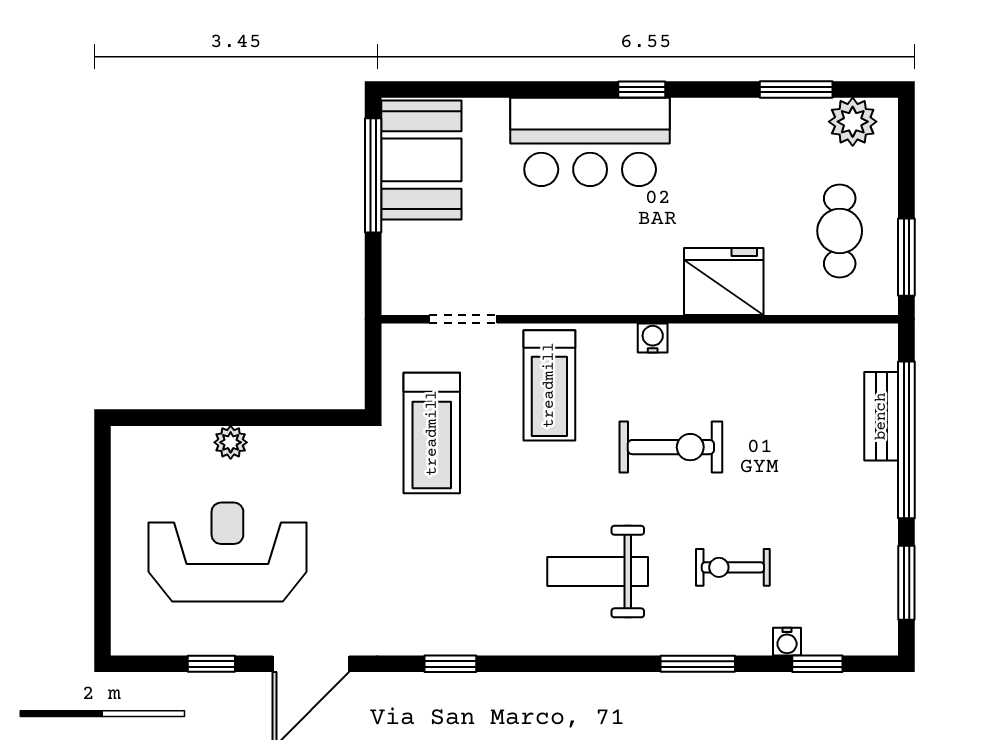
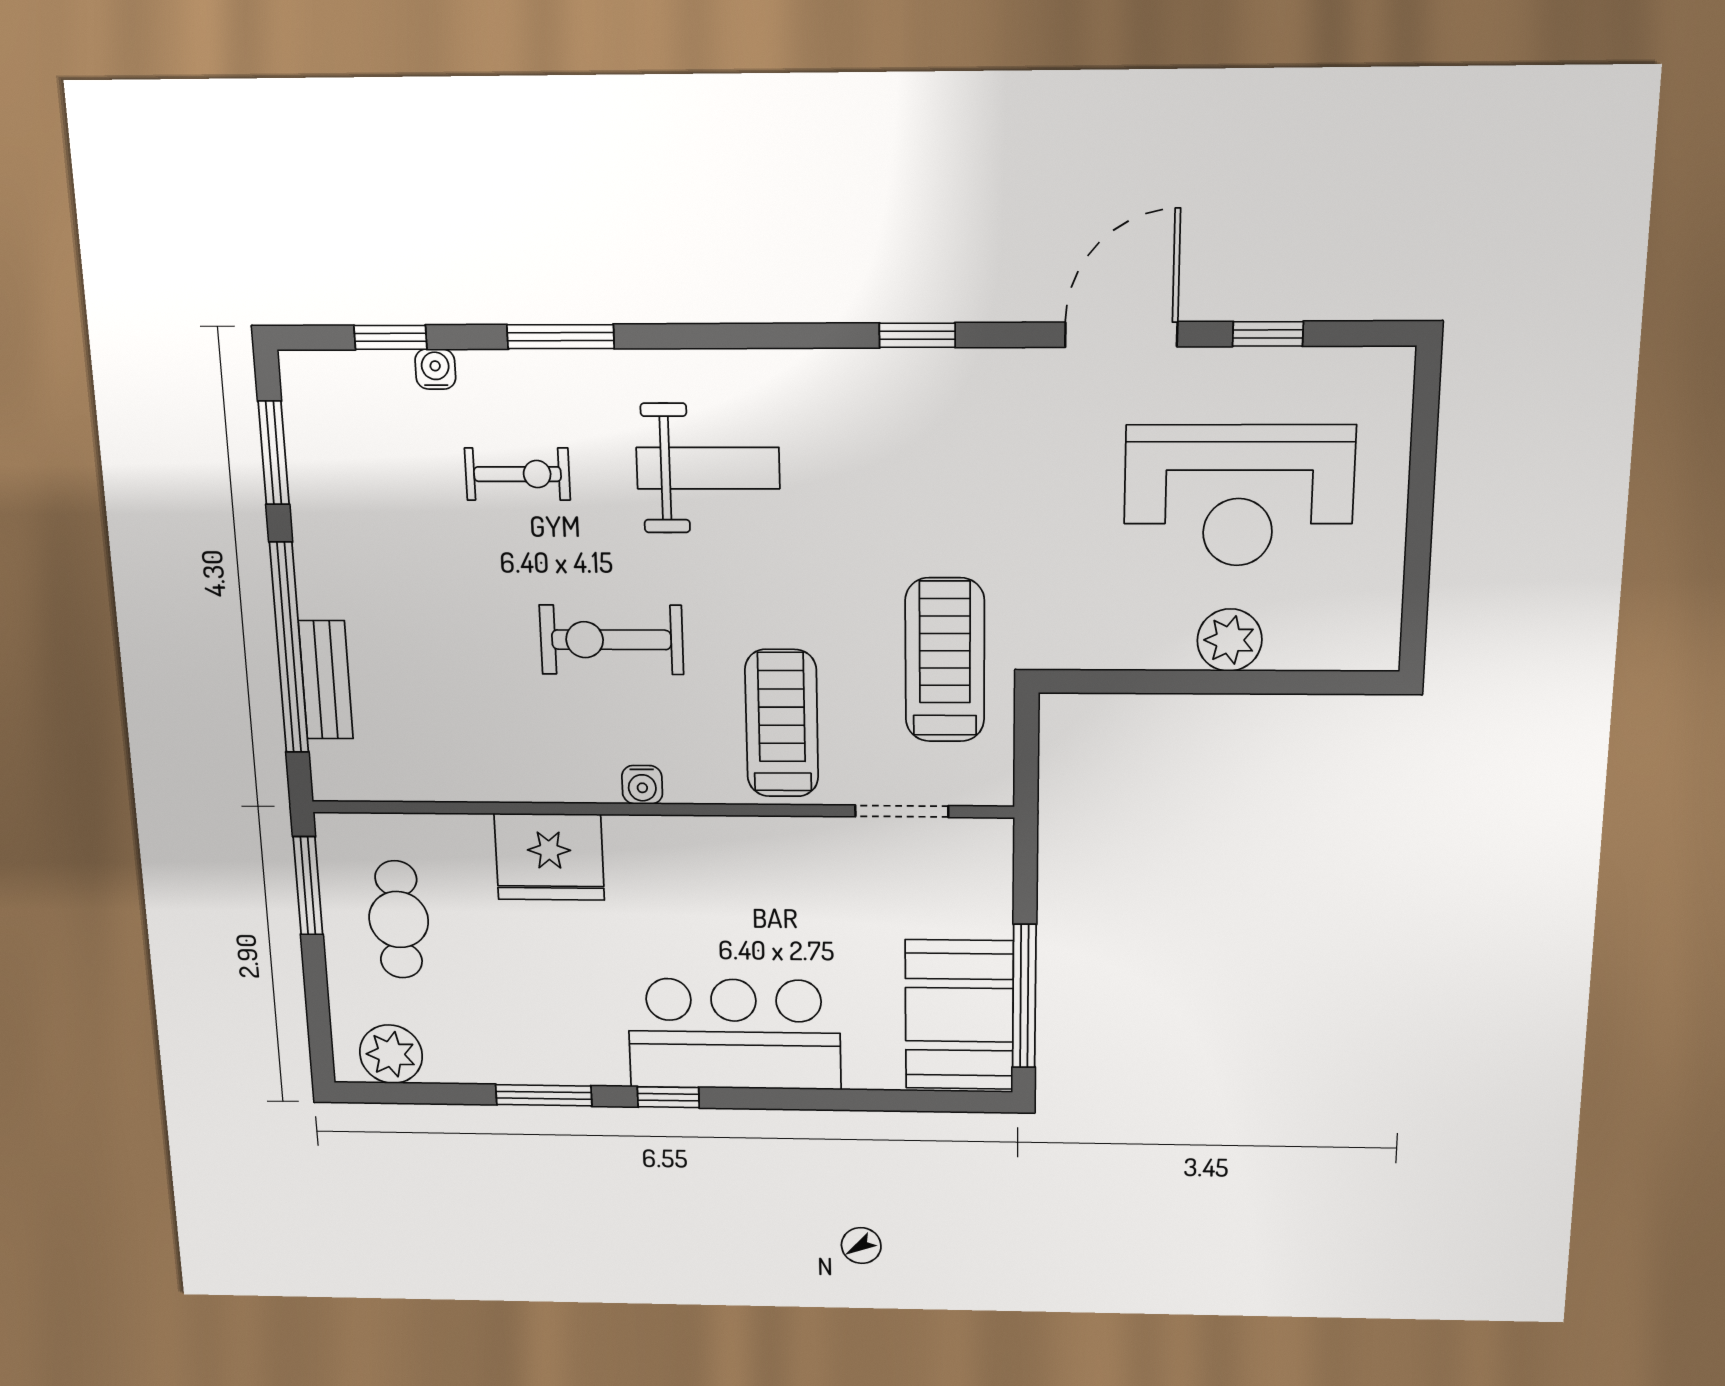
window: (796, 90) -> (544, 1095), moved
plant: (231, 442) -> (1230, 640), width x1.38, depth x1.38

